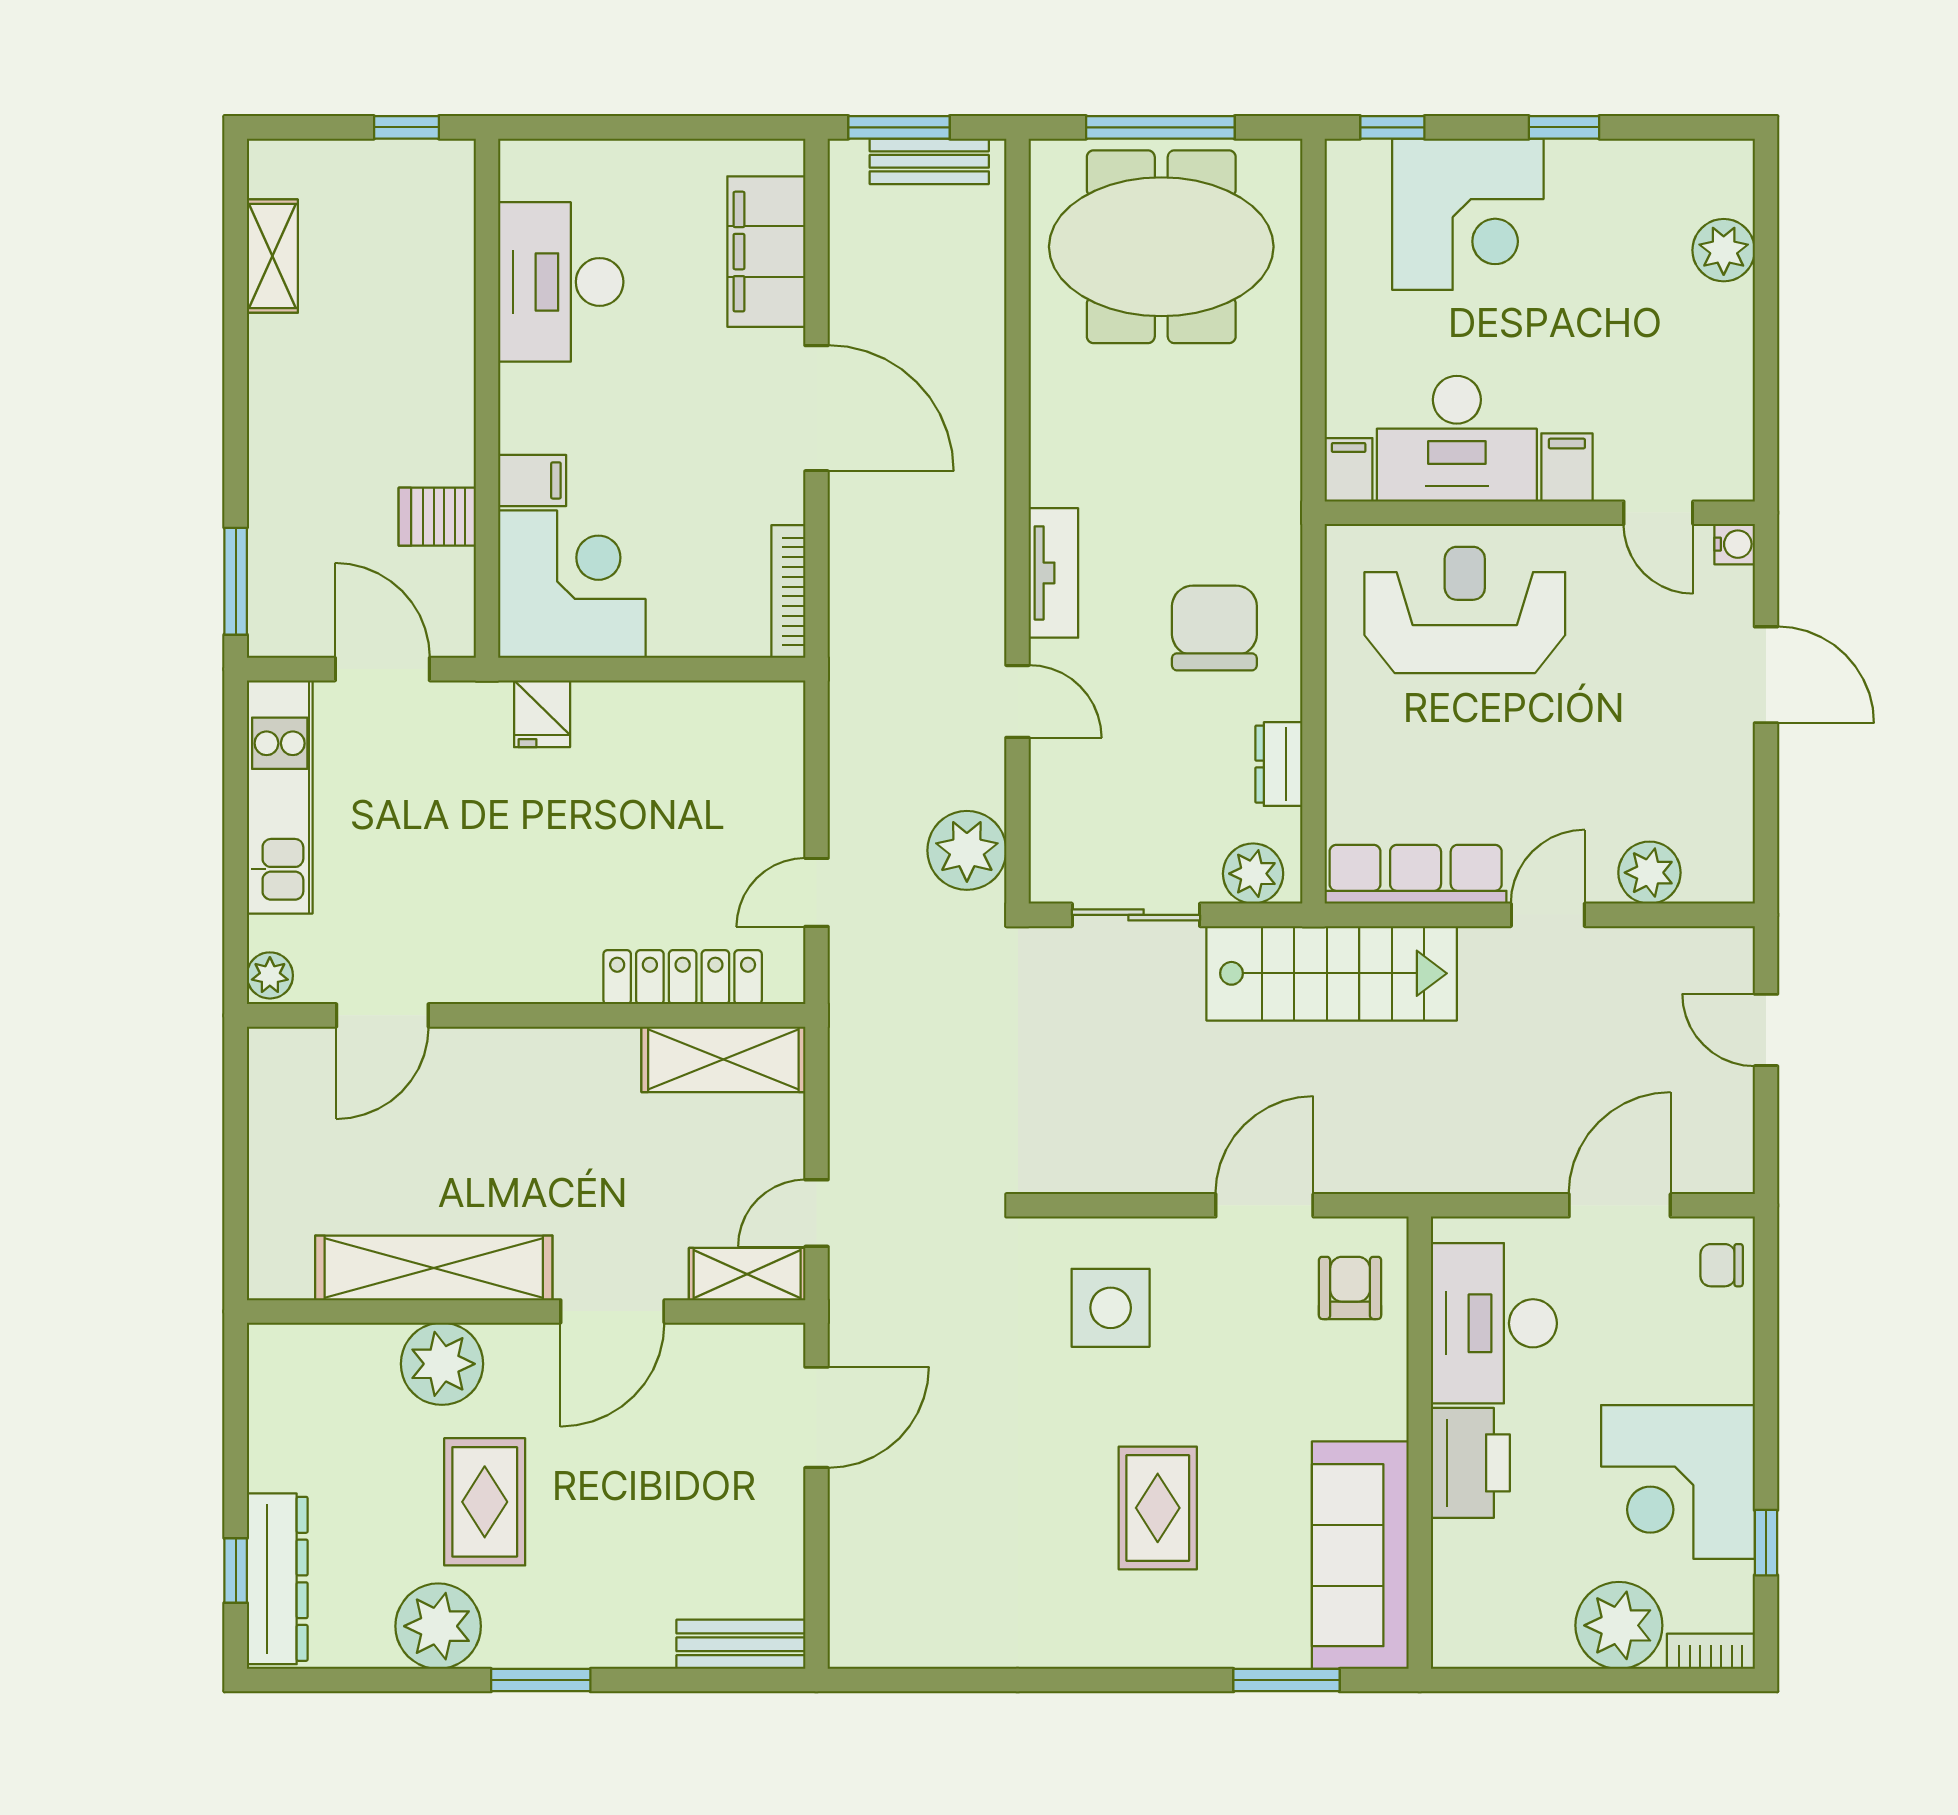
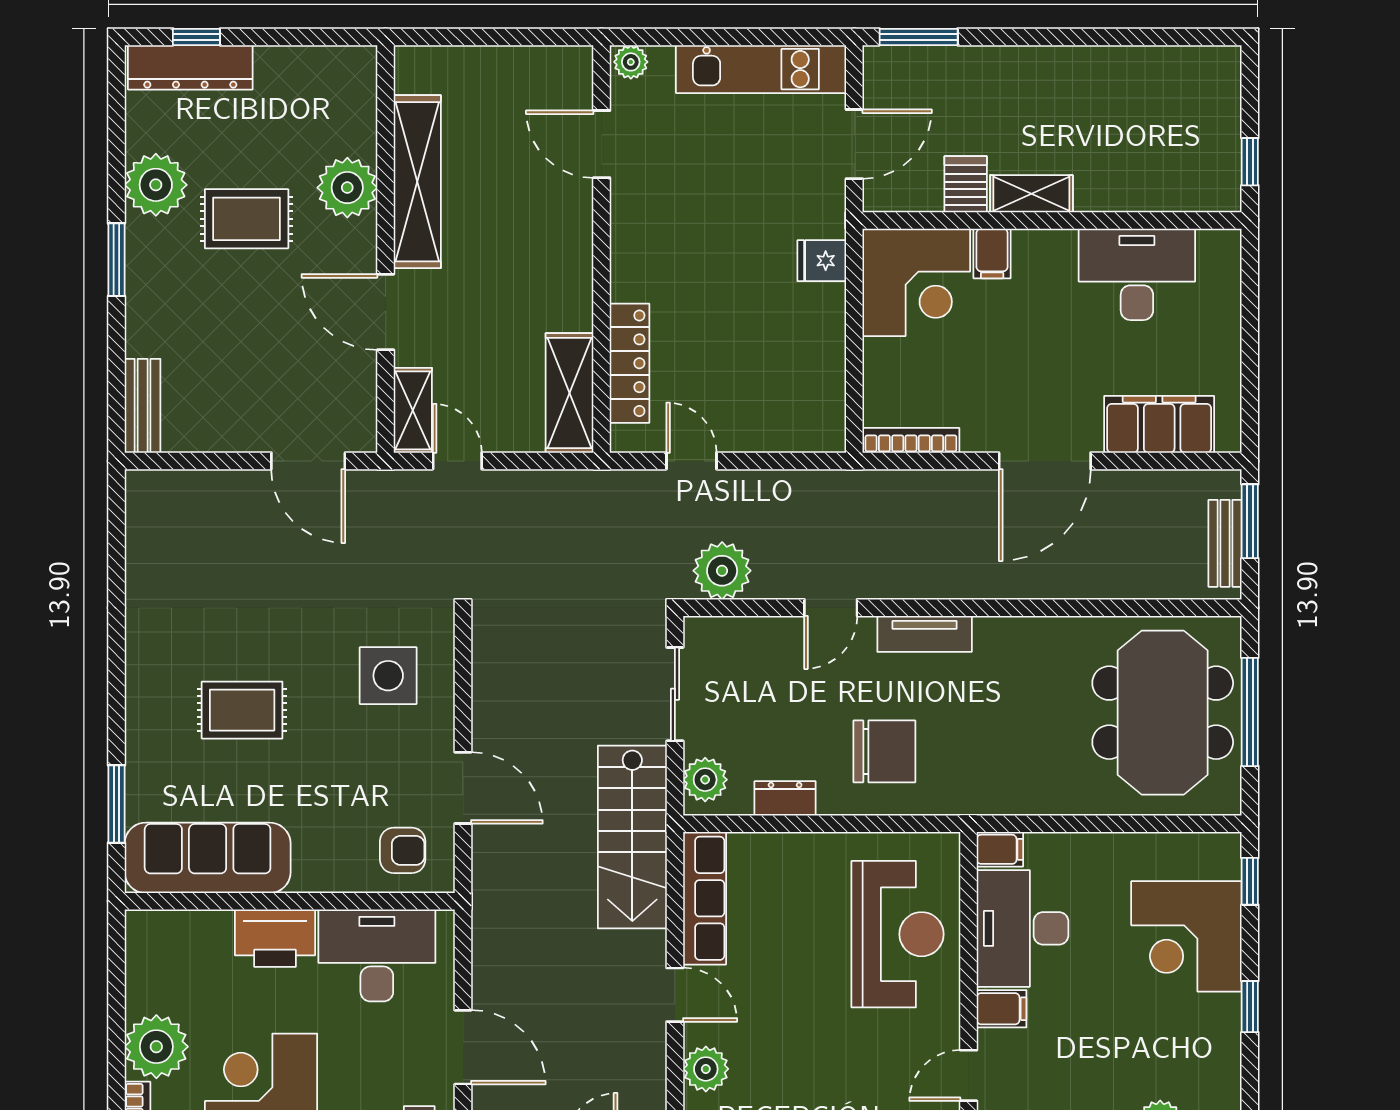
shelving: (272, 256) -> (1031, 194), moved

